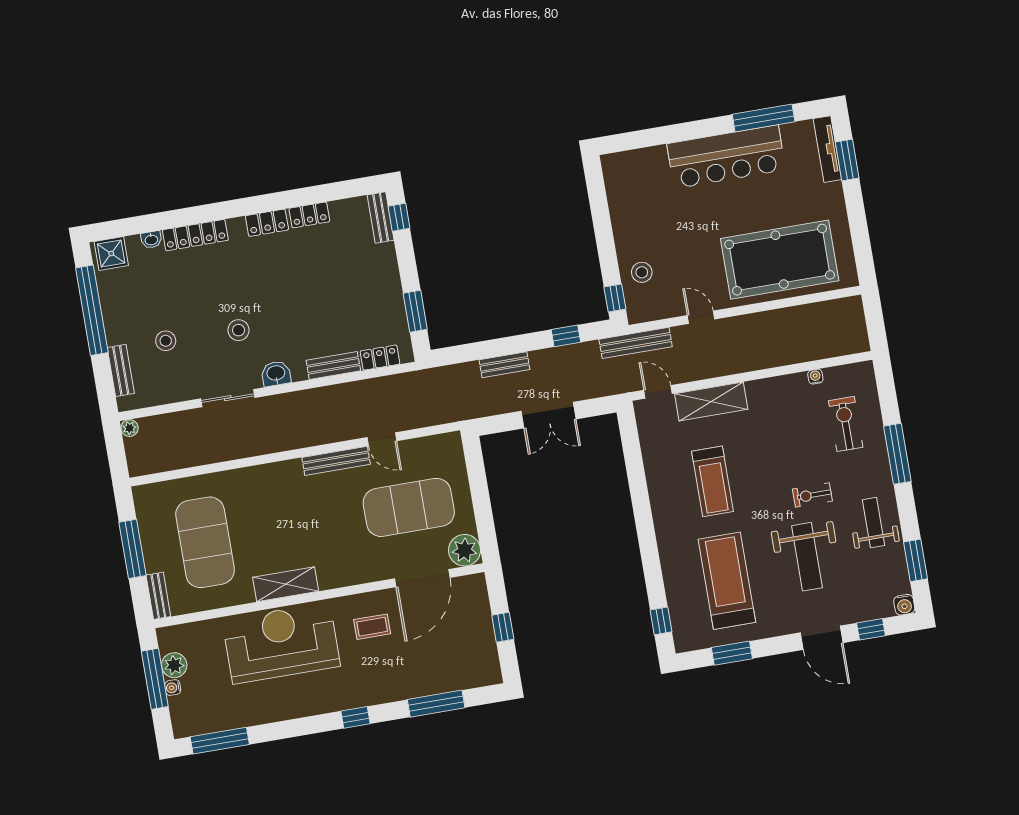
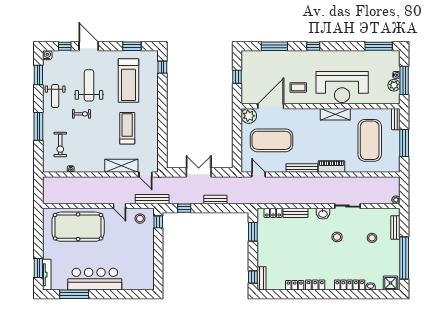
stool: (642, 272) -> (140, 219), moved
door: (382, 439) -> (259, 174), moved
piano: (275, 474) -> (331, 167), added

